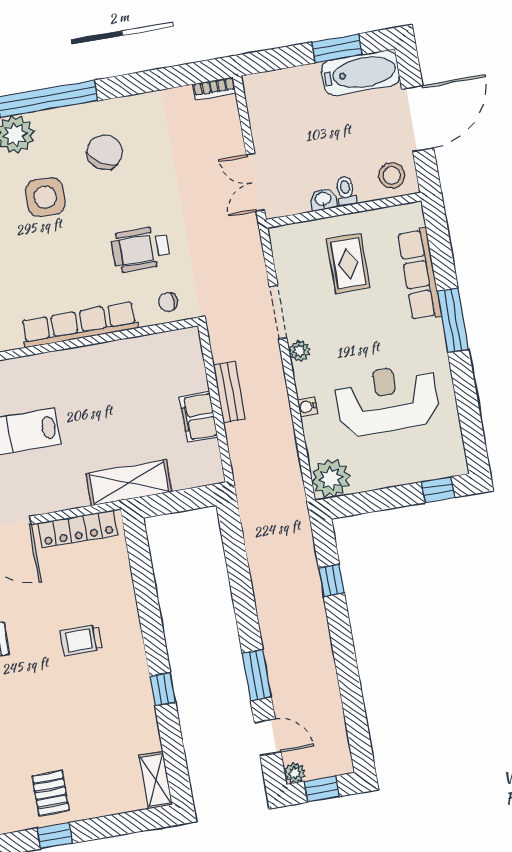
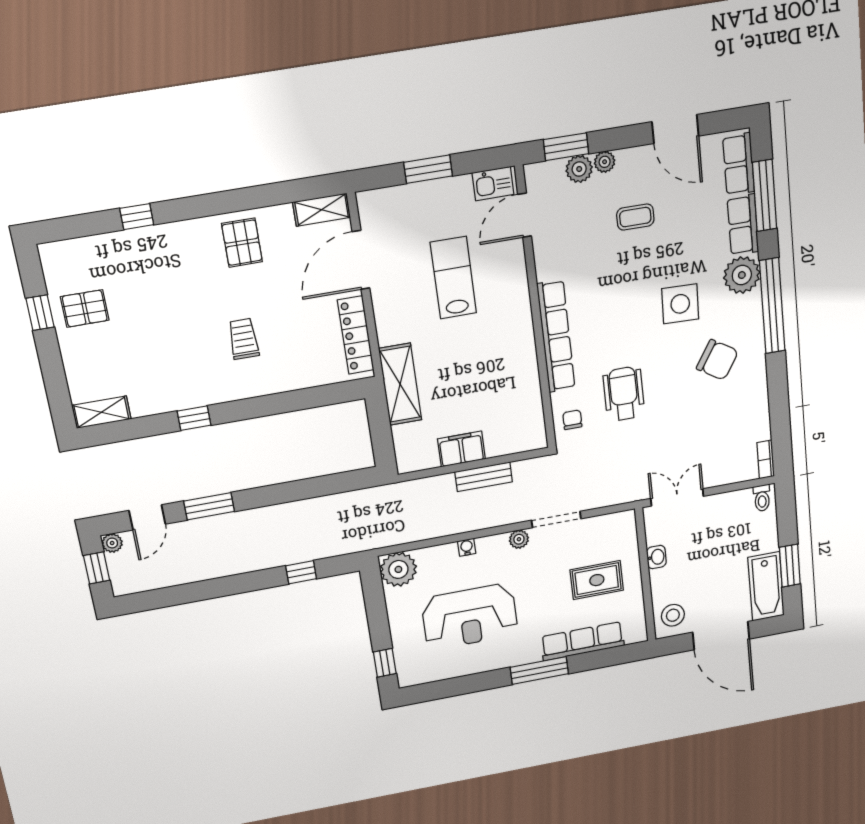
toilet: (346, 191) -> (762, 498), moved, turned 90
reception desk: (387, 400) -> (470, 617), turned 90

